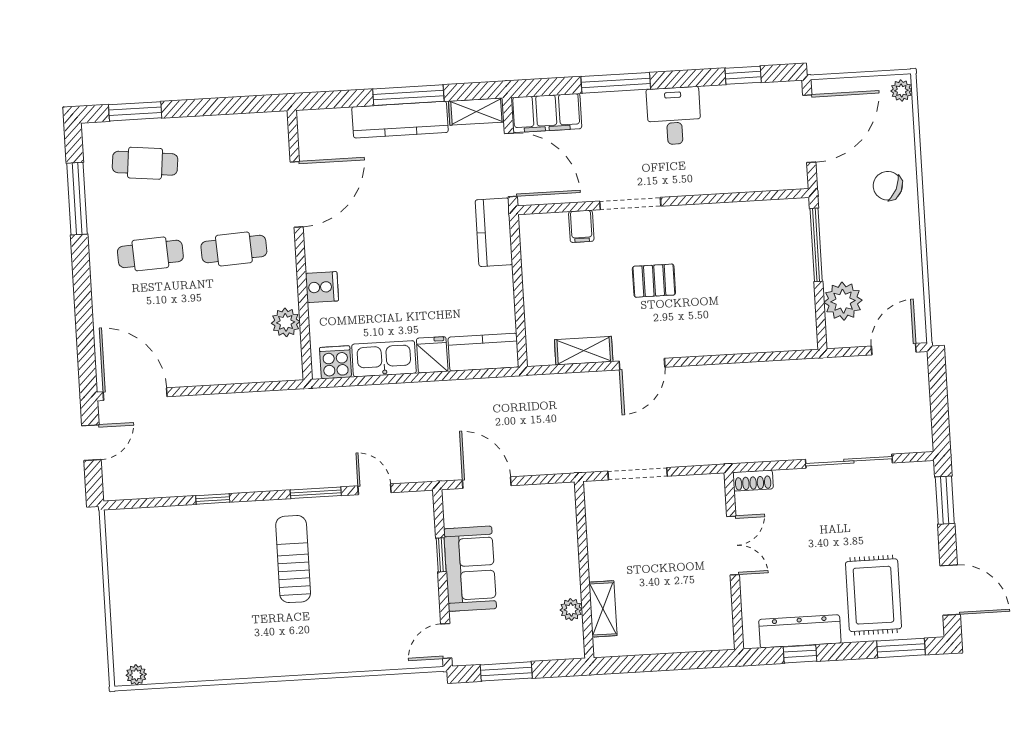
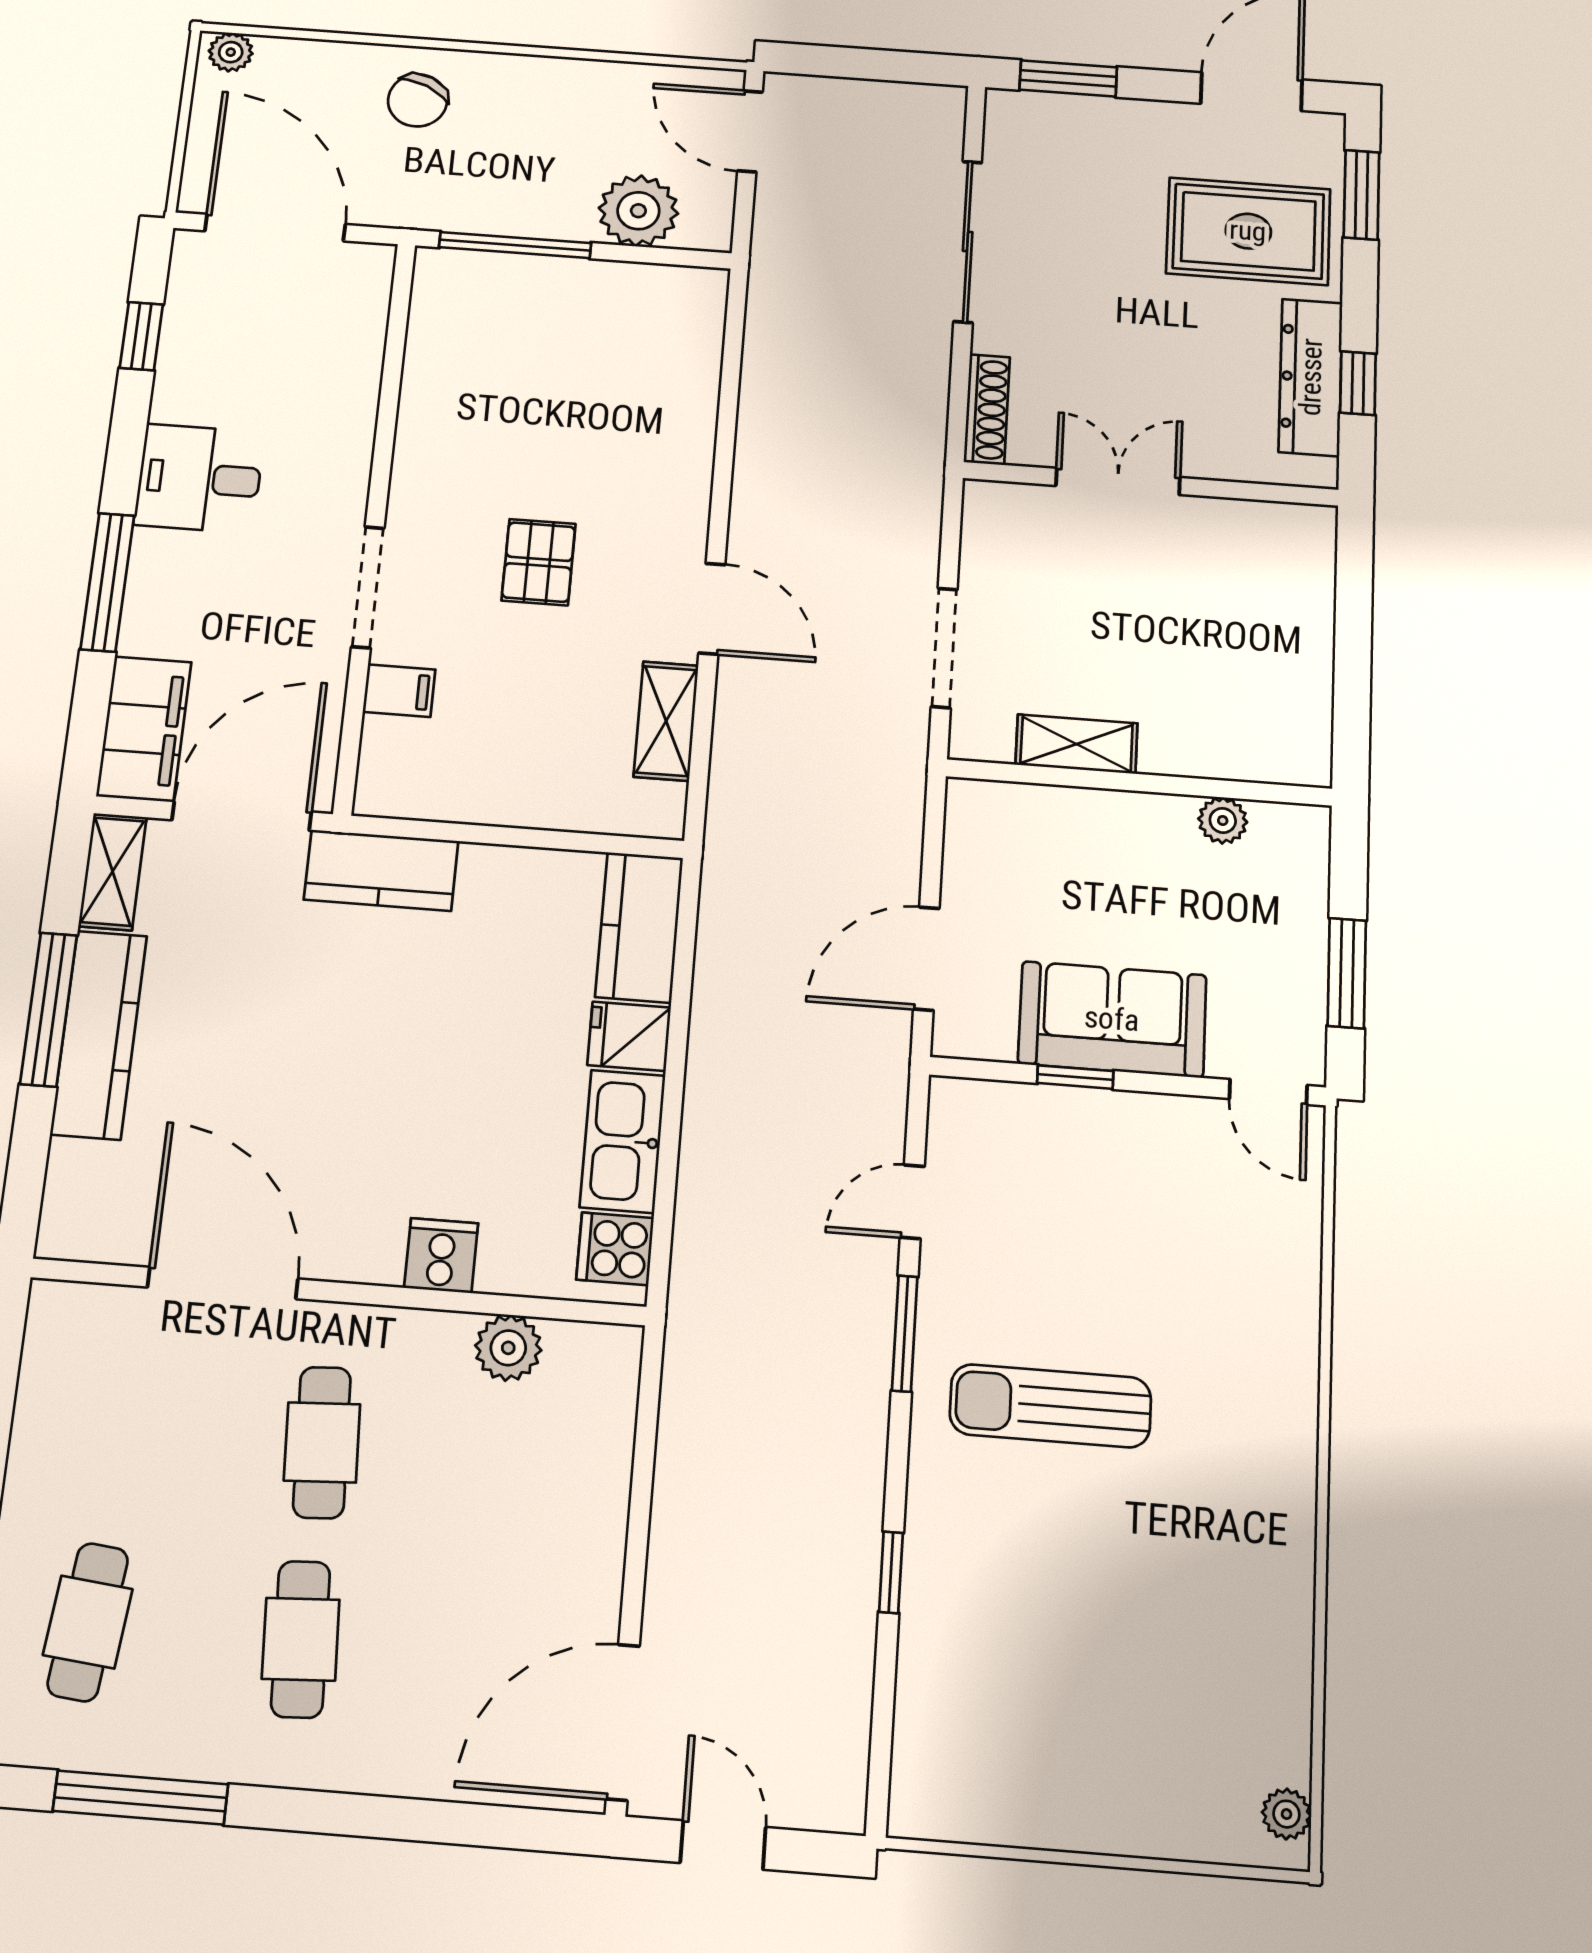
shoe rack: (753, 481) -> (987, 409), width x1.43
shelving: (603, 609) -> (1077, 744), moved

